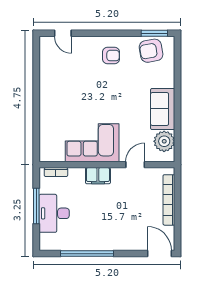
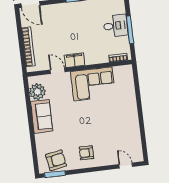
door: (135, 165) -> (58, 71), swing flipped
filing cabinet: (98, 176) -> (74, 60), moved
desk: (54, 213) -> (116, 26), width x0.73

